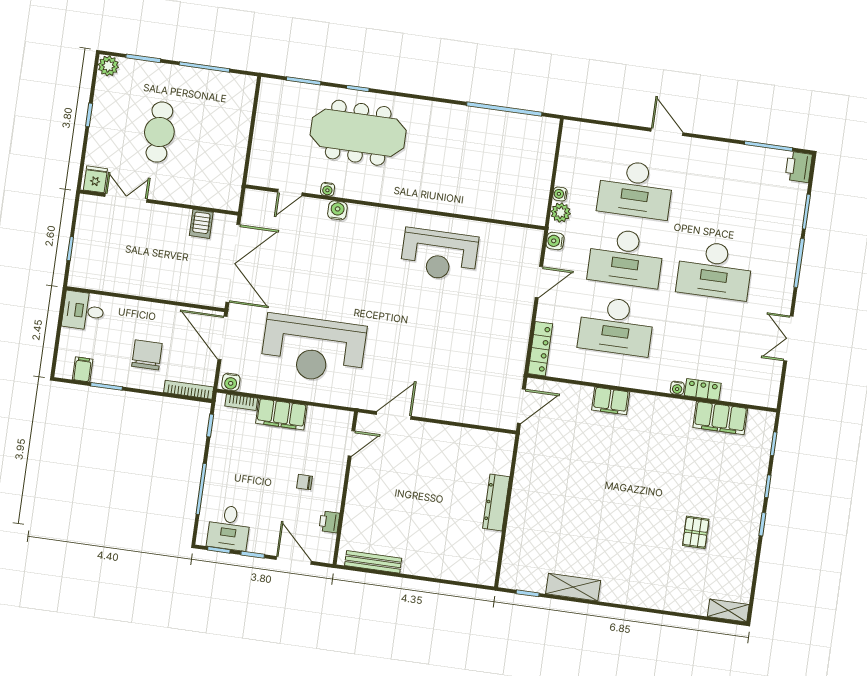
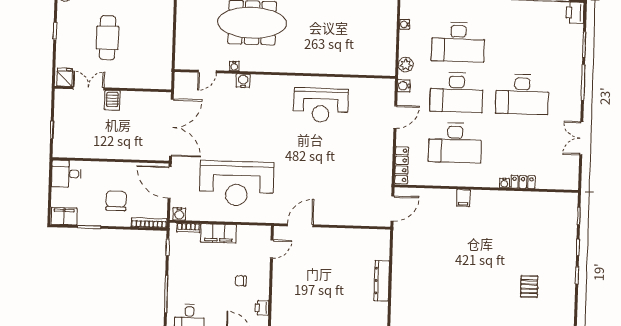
water cooler: (560, 194) -> (404, 24), moved
server rack: (201, 224) -> (112, 100), moved
filing cabinet: (83, 369) -> (64, 216), width x2.00
filing cabinet: (611, 401) -> (463, 198), width x0.50
filing cabinet: (720, 418) -> (538, 201), removed

